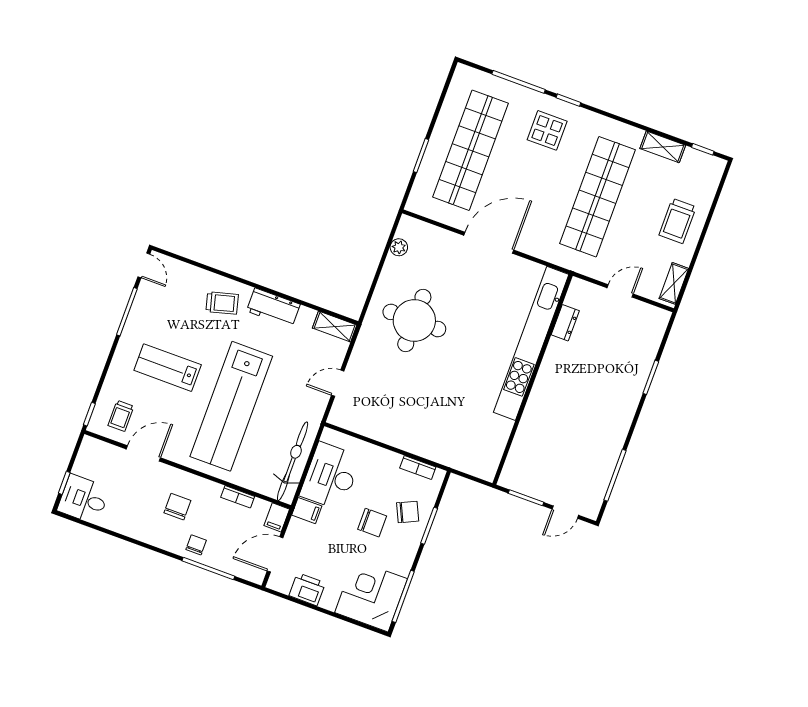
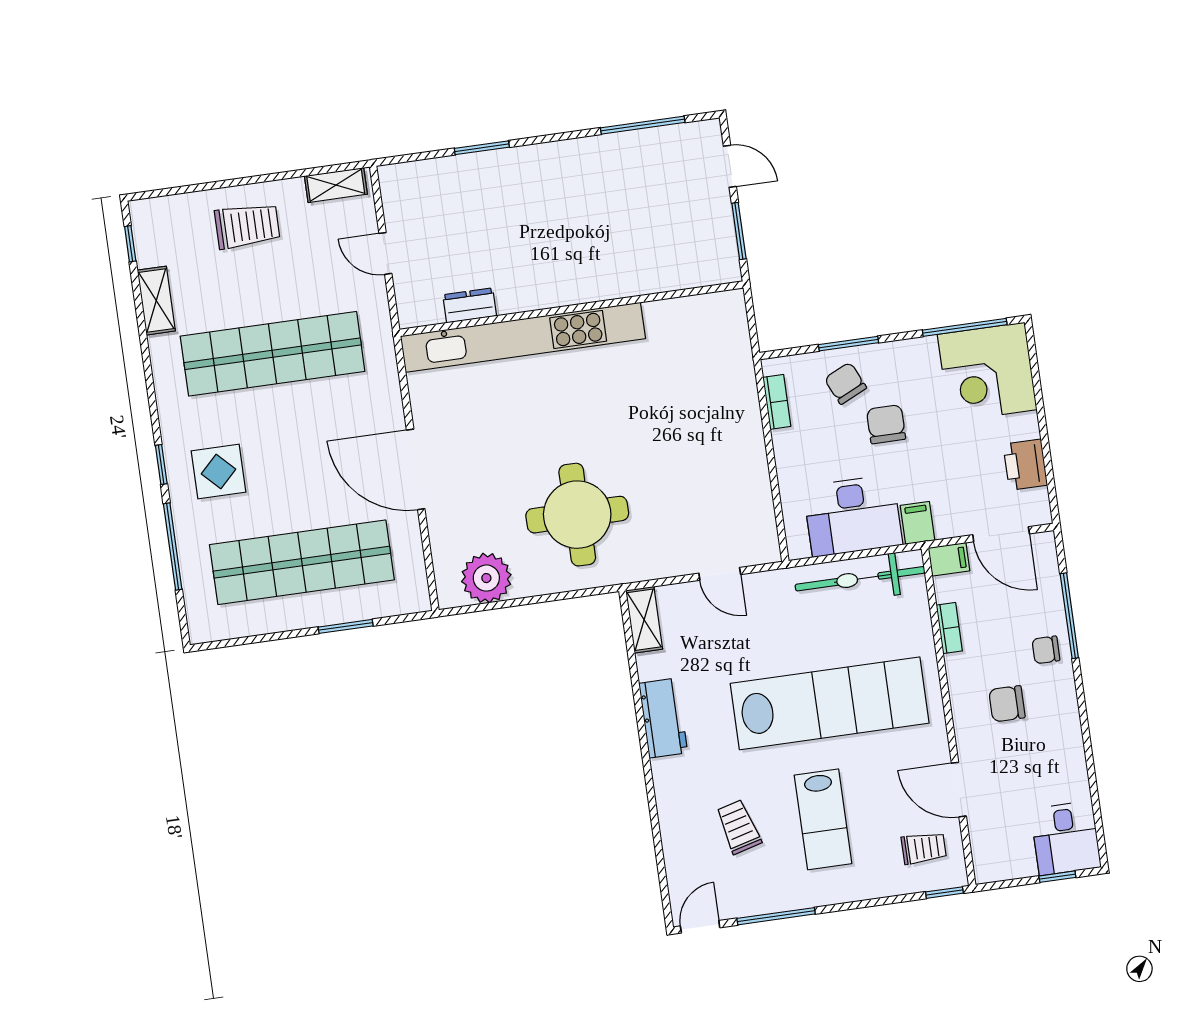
plant: (399, 247) -> (486, 578), width x1.87, depth x1.87
trolley: (222, 303) -> (739, 827), moved

